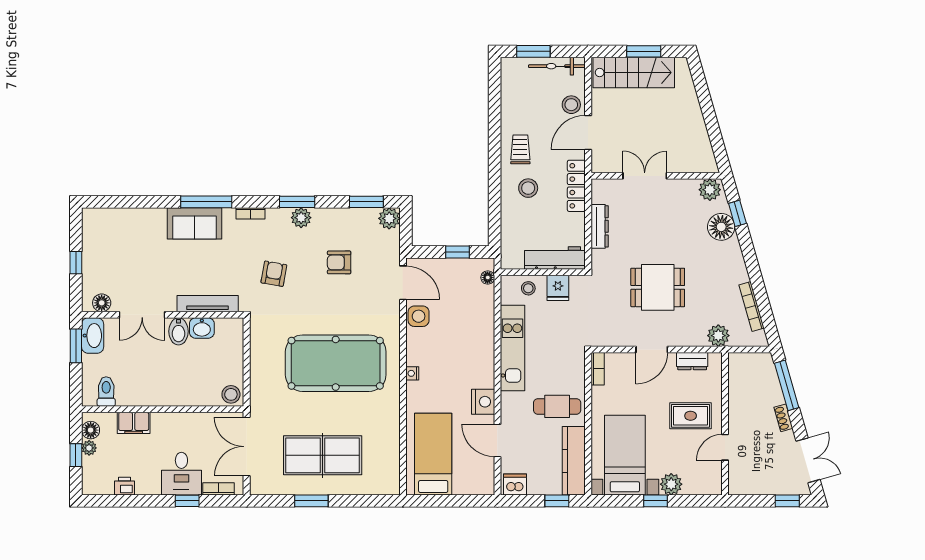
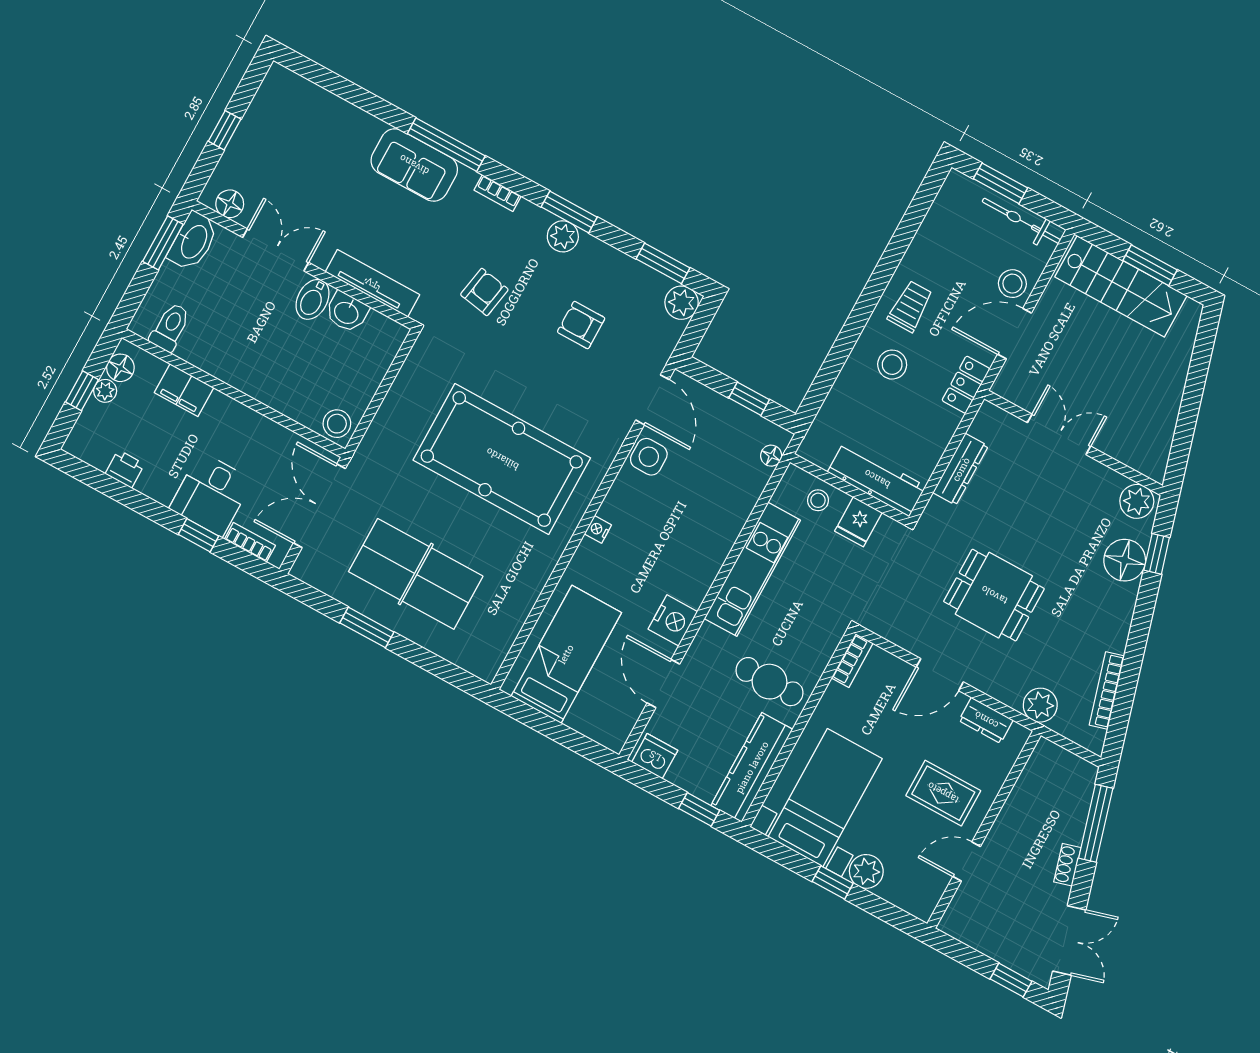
locker: (576, 186) -> (966, 385), width x0.66
double door: (142, 315) -> (276, 250), swing flipped

